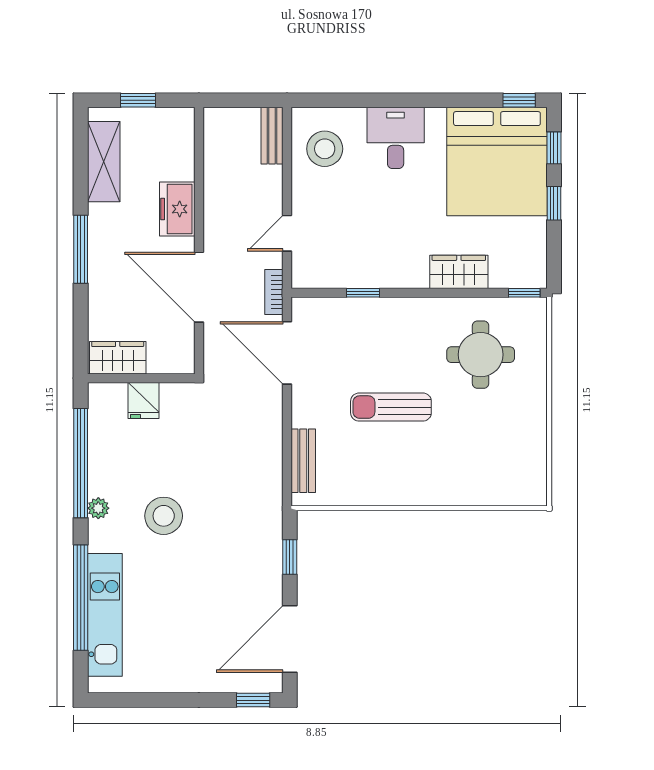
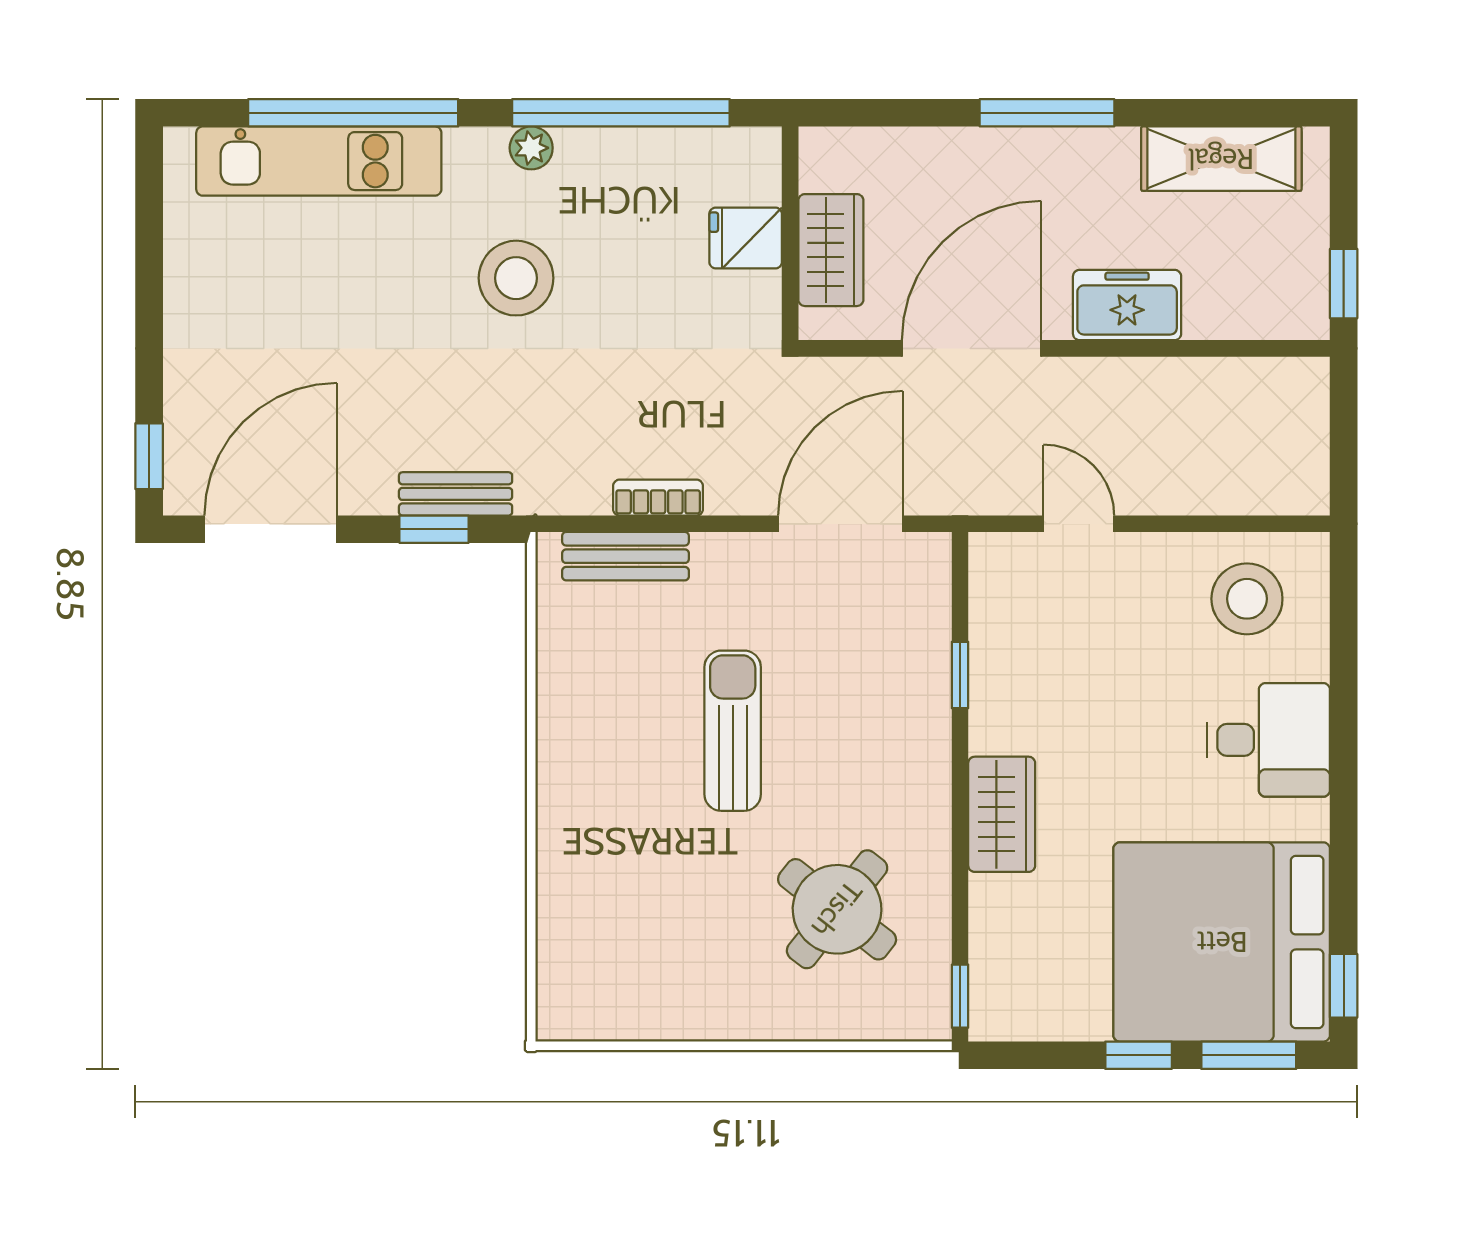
window: (138, 100) -> (1344, 284), moved
bench: (272, 136) -> (456, 494), moved
window: (554, 148) -> (1249, 1055), width x1.50
wardrobe: (459, 272) -> (1002, 814), moved
bookcase: (274, 292) -> (658, 498), moved
round table: (481, 355) -> (837, 909), turned 38
wardrobe: (118, 358) -> (831, 250), moved
door: (290, 639) -> (271, 529), hinge flipped

